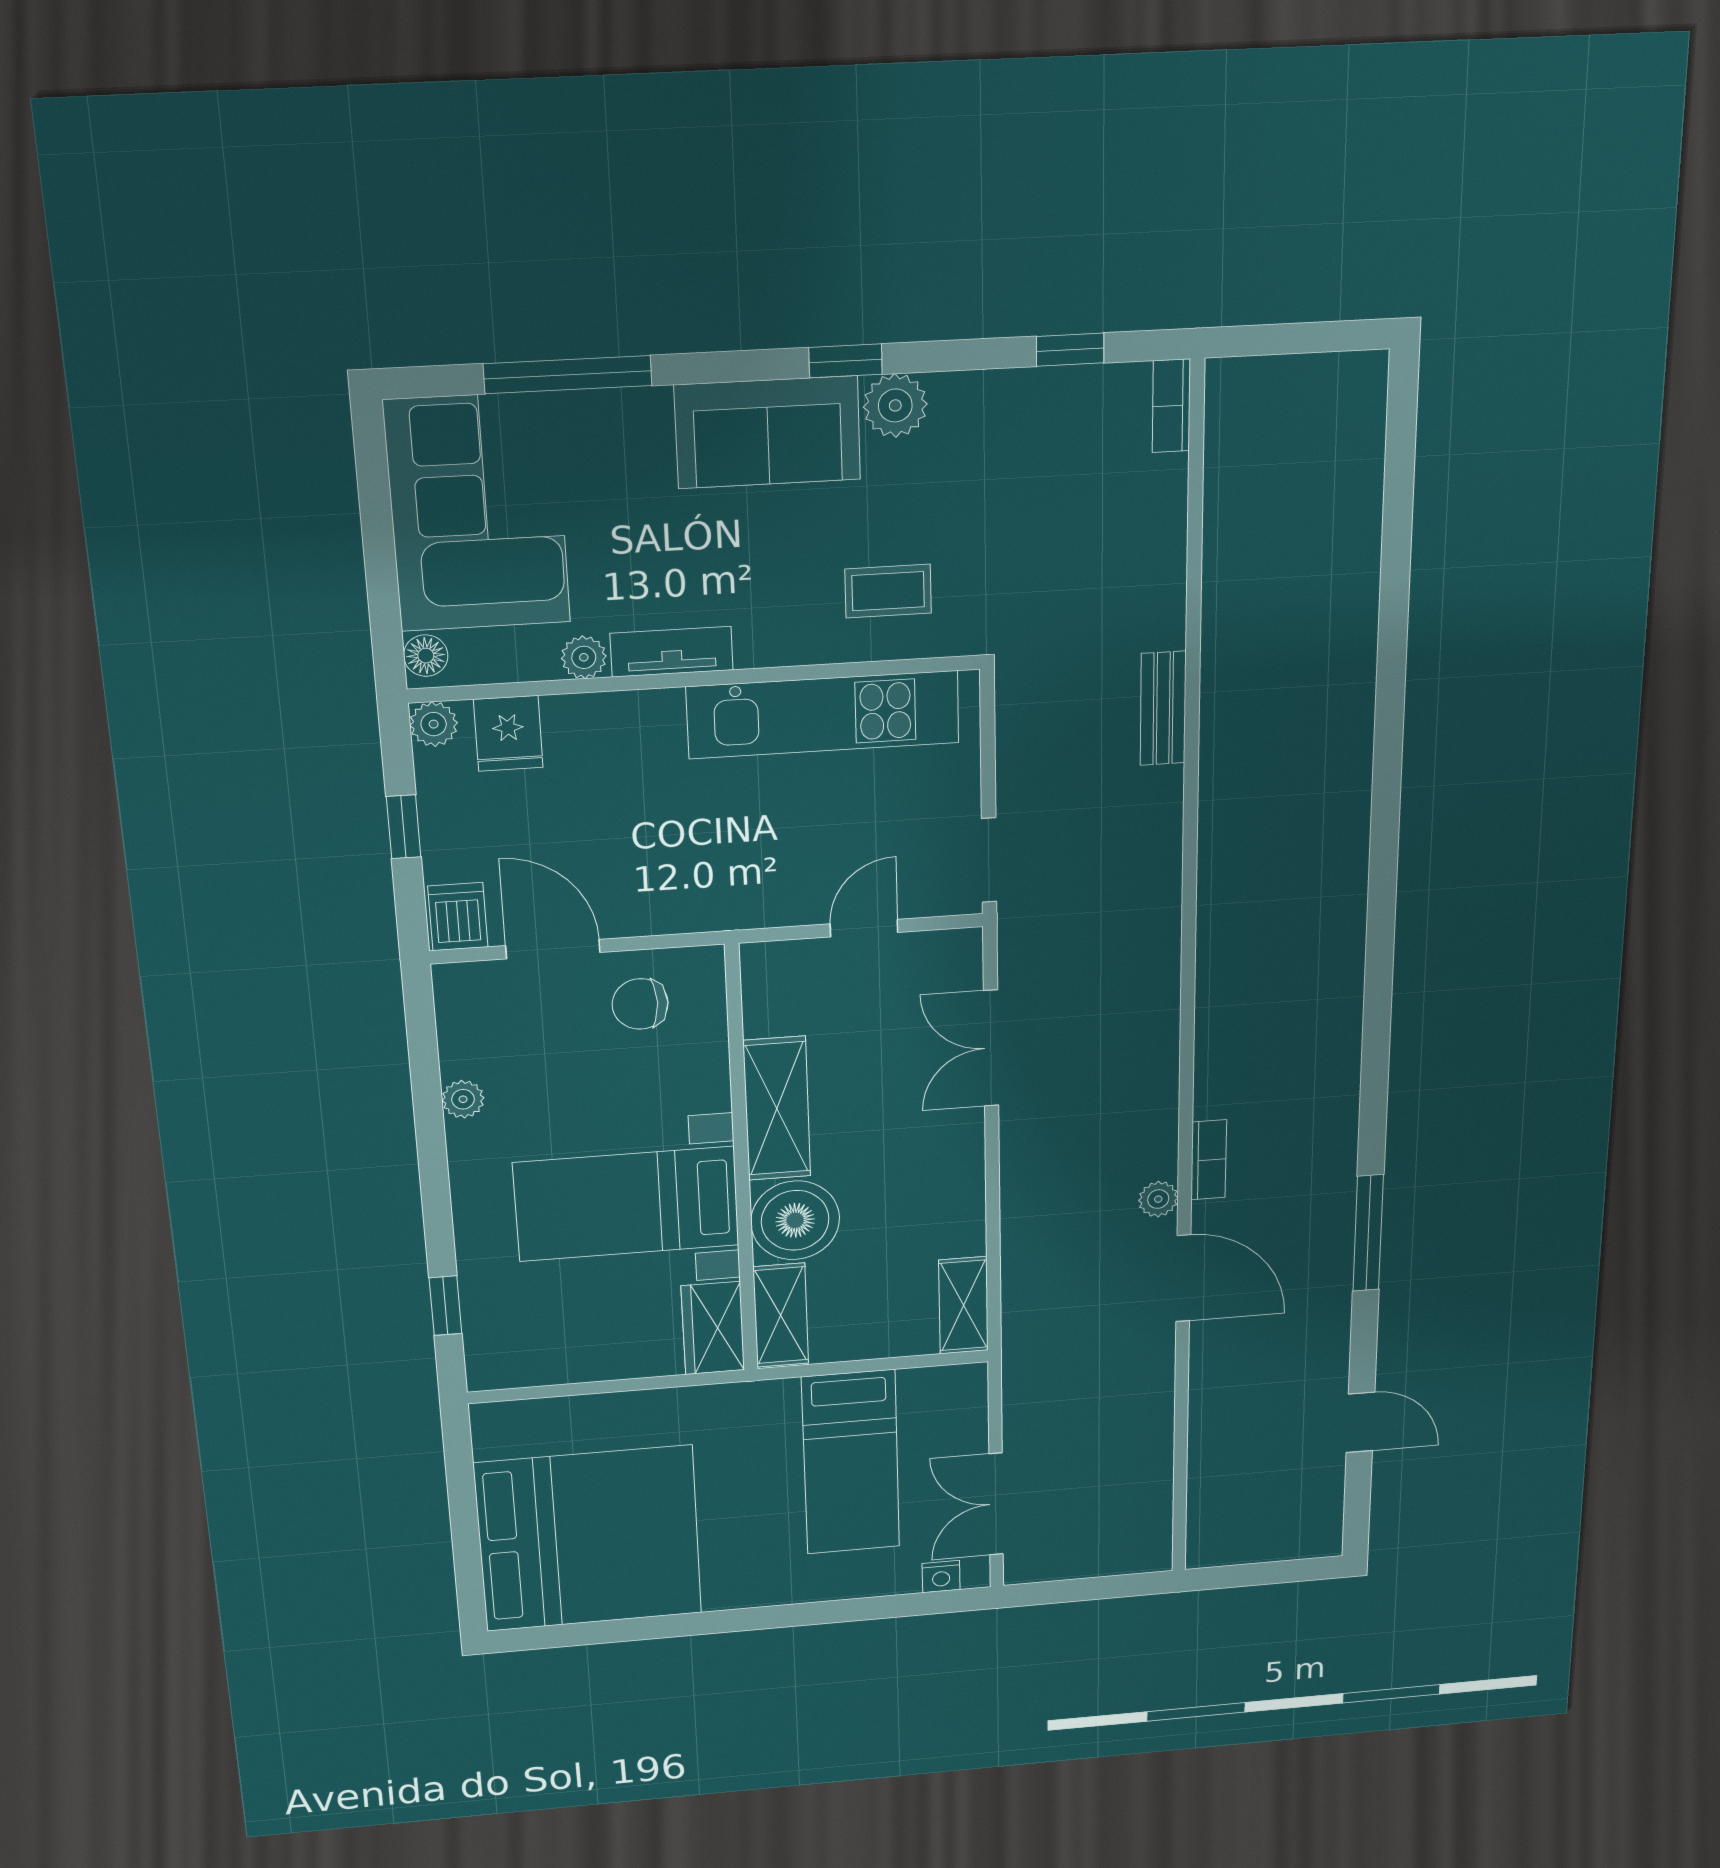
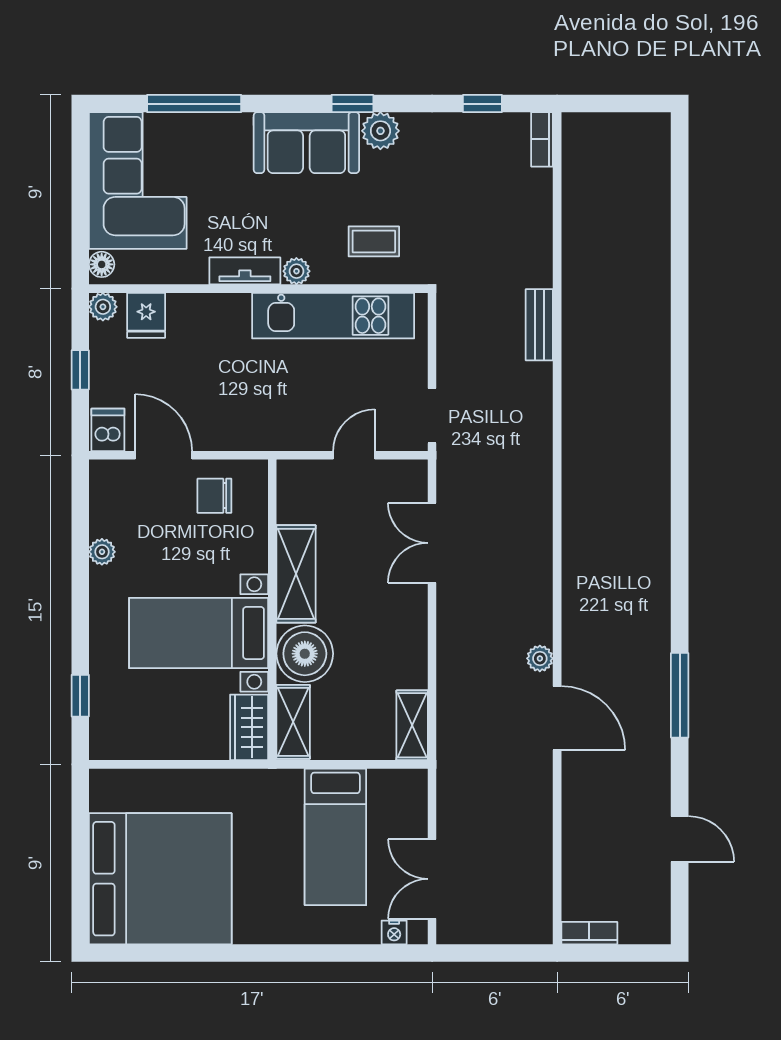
plant: (584, 657) -> (296, 271), moved
bookcase: (1209, 1160) -> (589, 933), moved, turned -90

